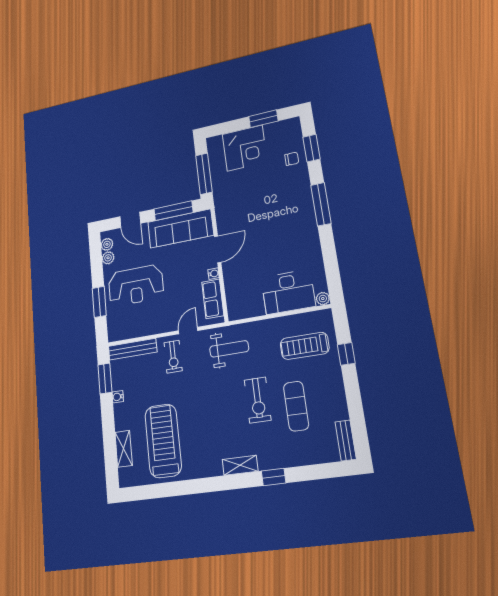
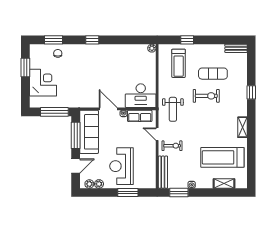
window: (321, 204) -> (92, 40), width x0.46
reception desk: (136, 285) -> (122, 166), turned 180
desk: (288, 292) -> (141, 96), moved, turned 90
weight bench: (229, 349) -> (173, 109), turned 180
shelving: (240, 465) -> (242, 127), moved

